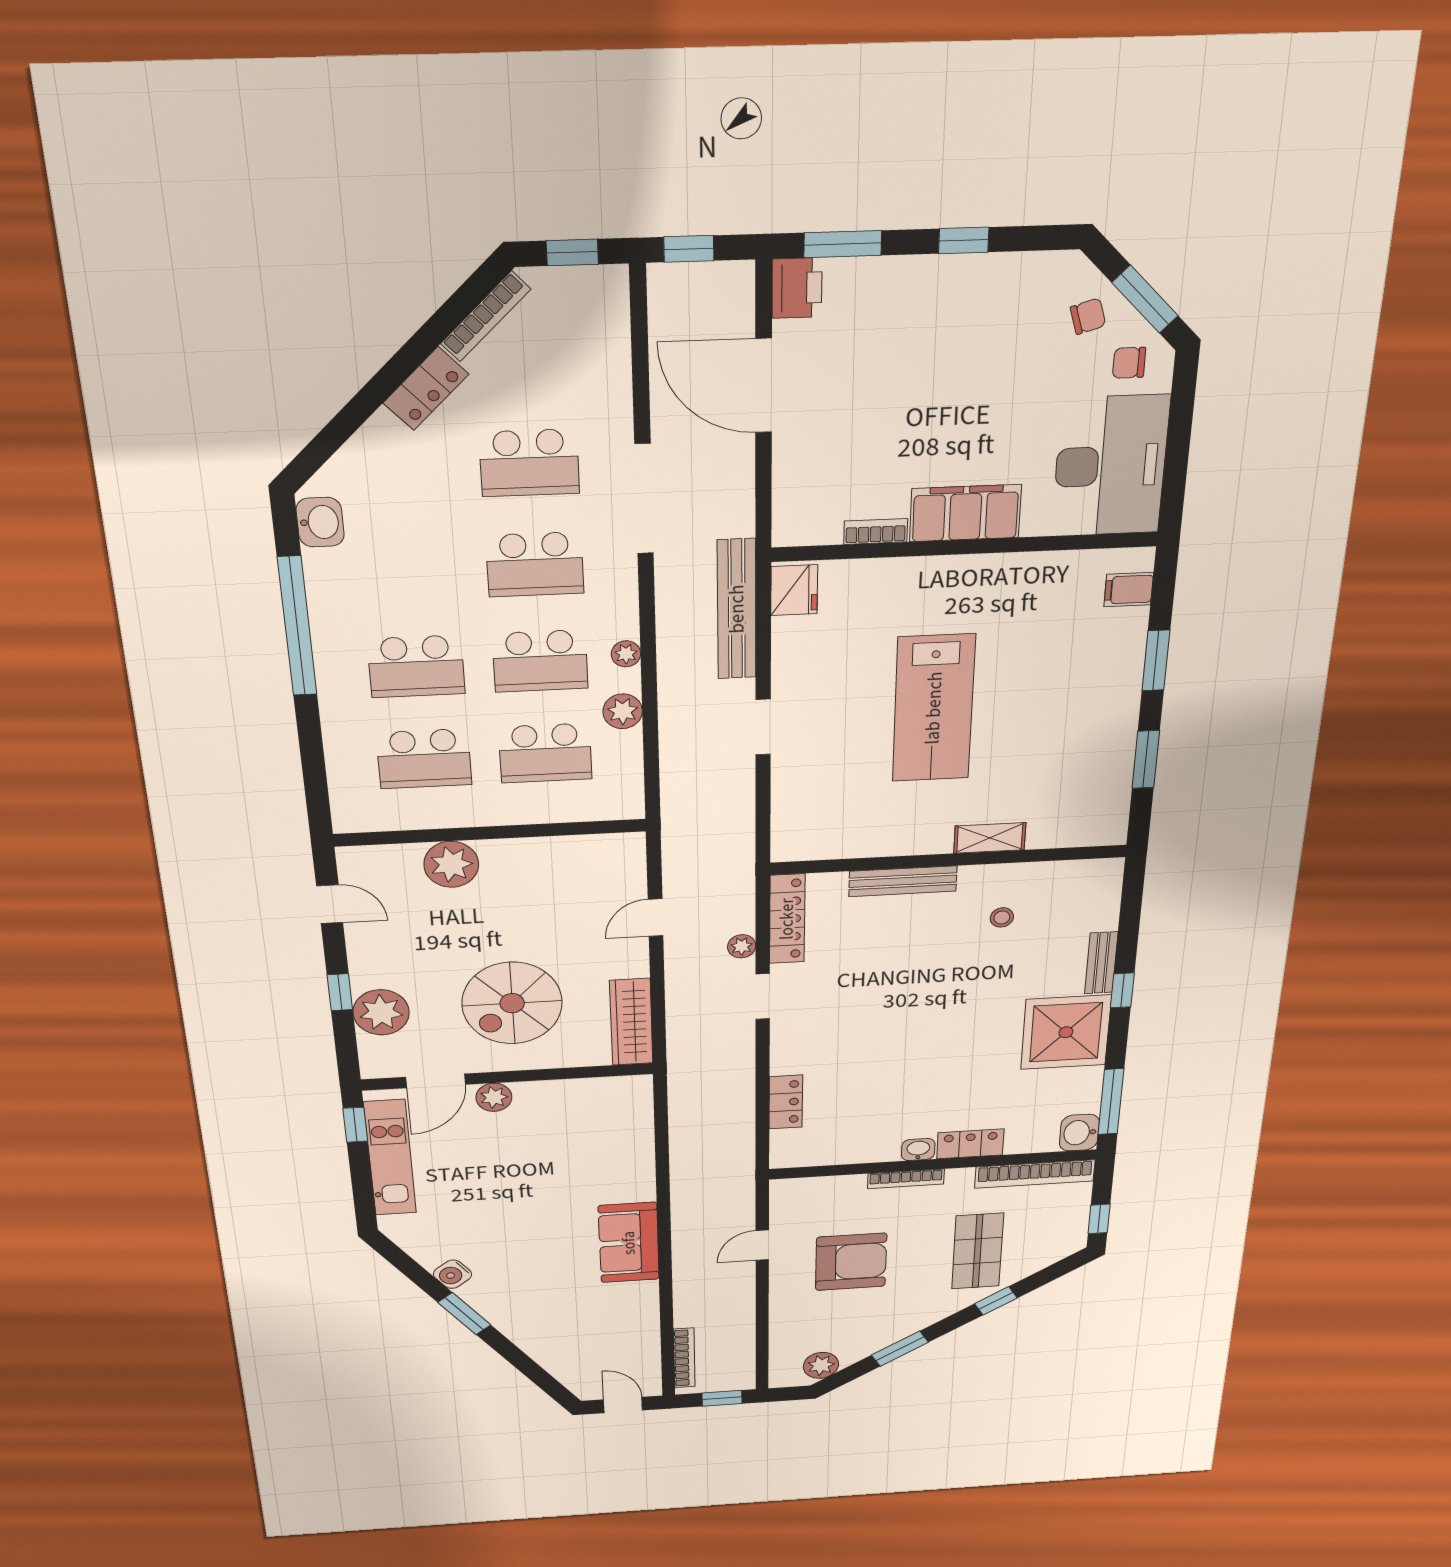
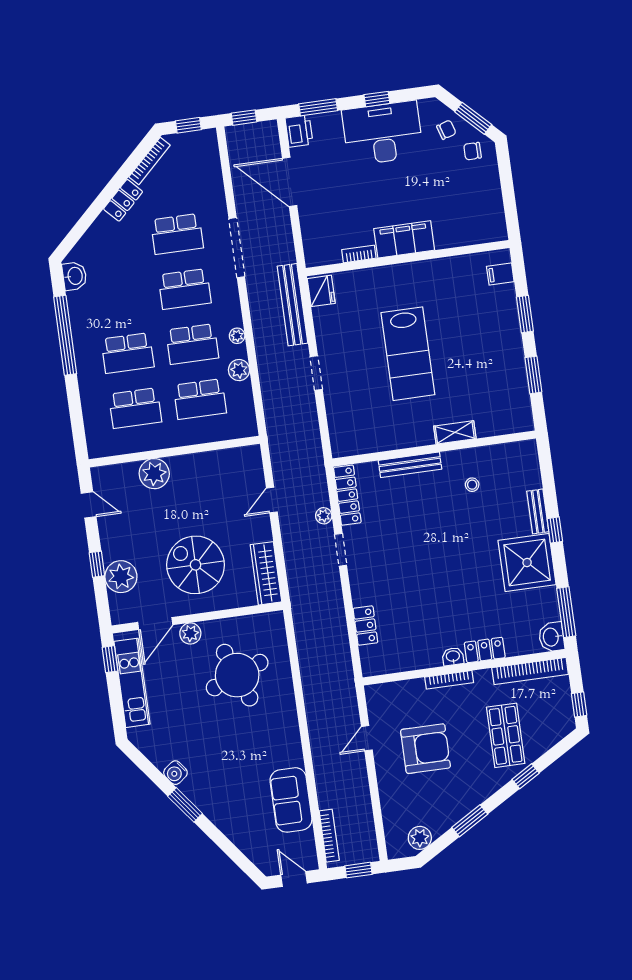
desk: (1110, 466) -> (383, 133), moved, turned -90
spiral stairs: (512, 1003) -> (196, 565), turned 90
round table: (566, 1156) -> (237, 675), added
sofa: (629, 1243) -> (291, 800), moved

